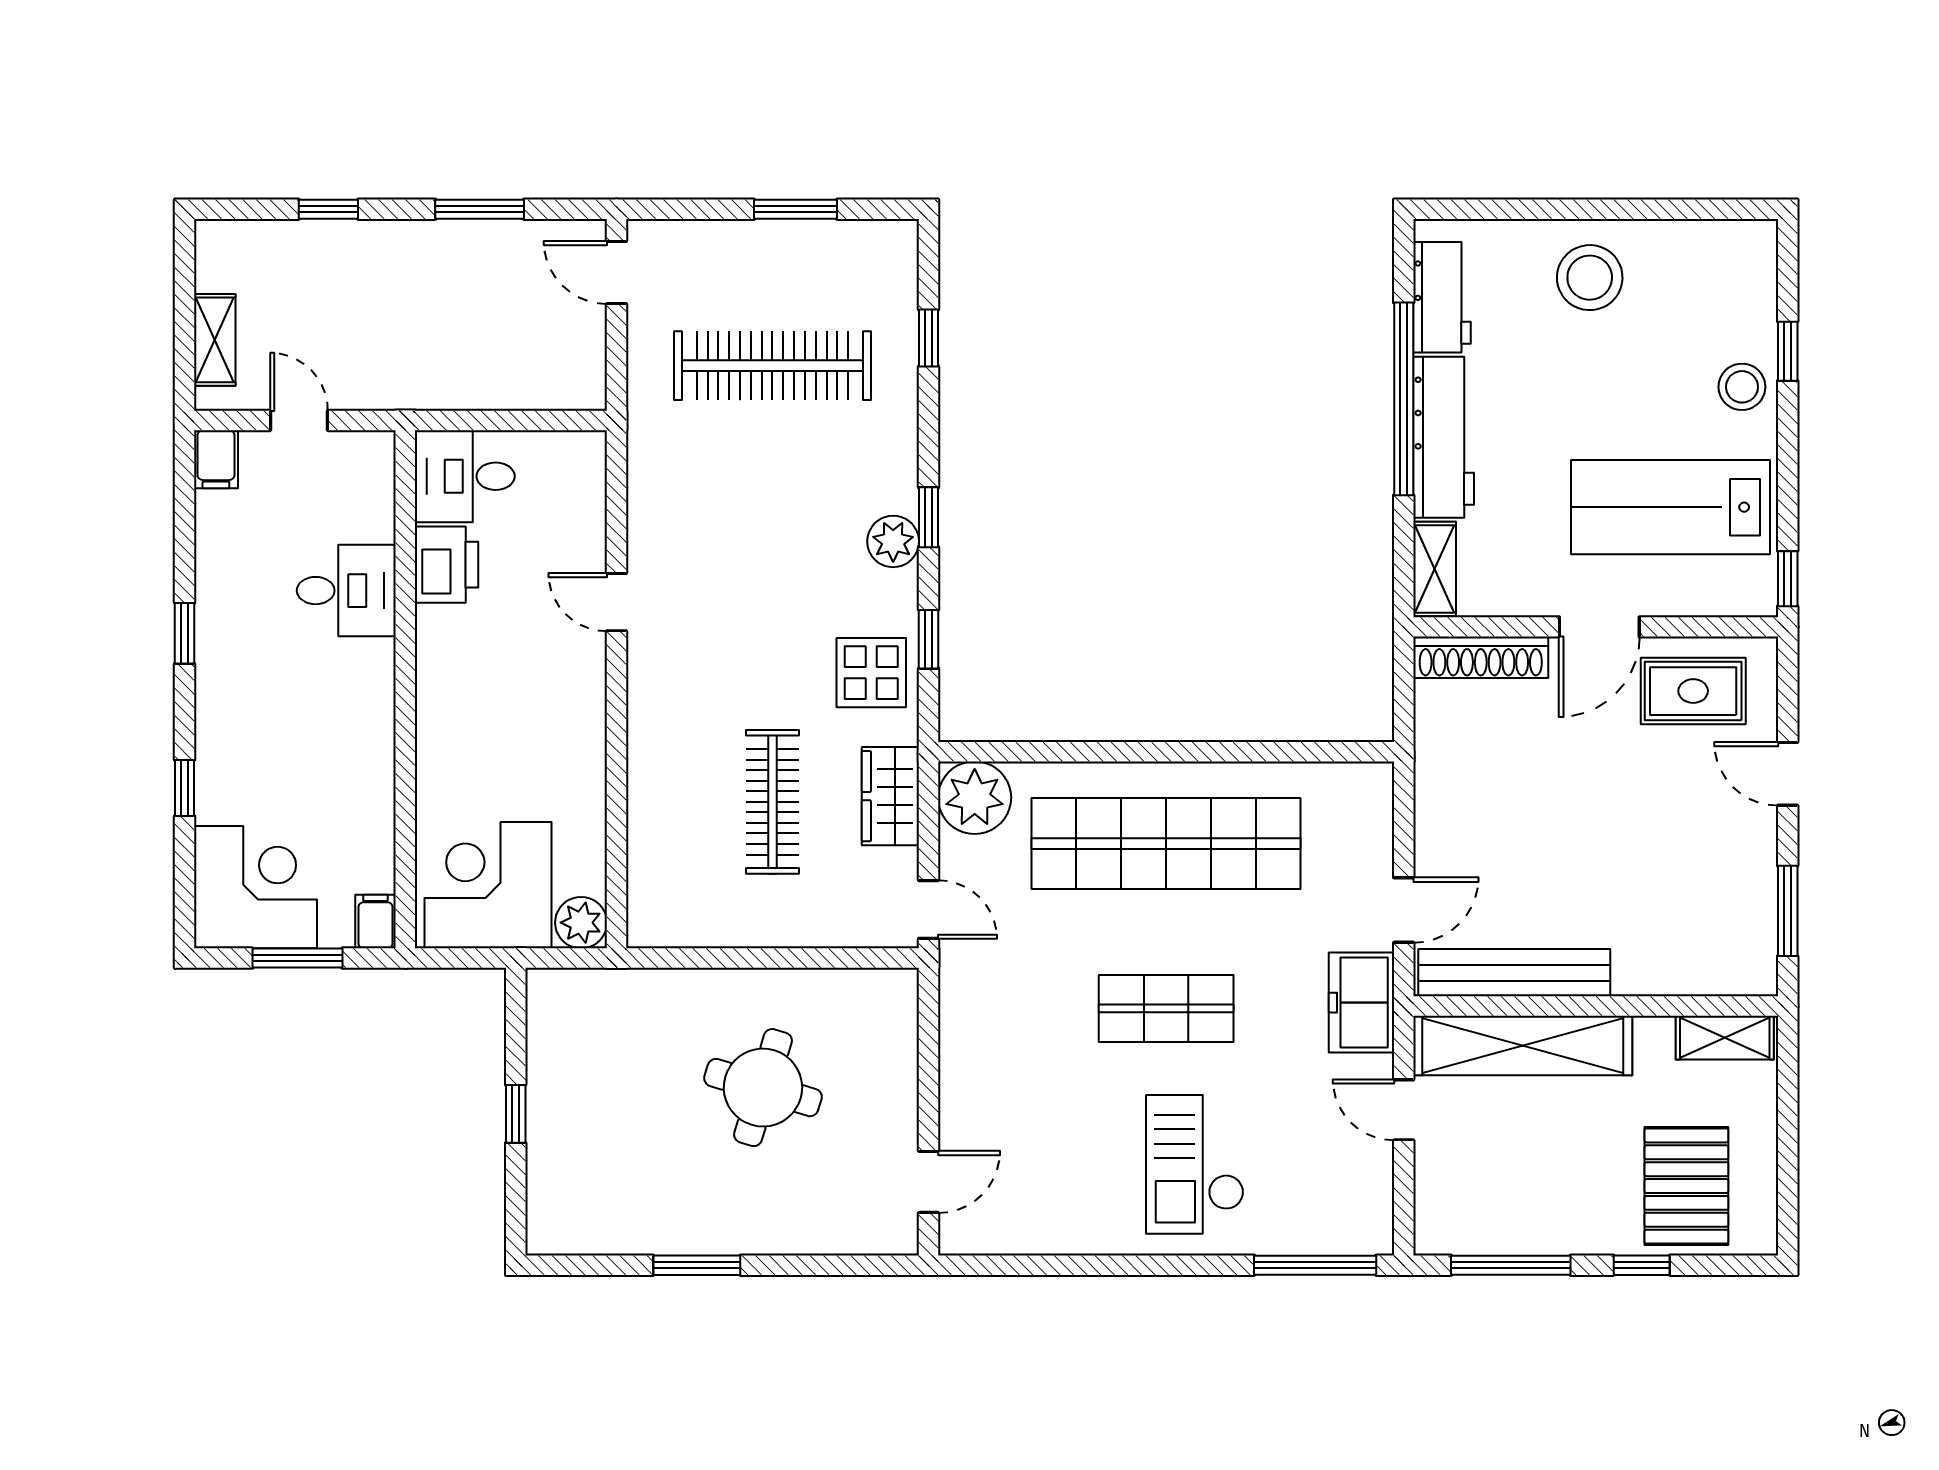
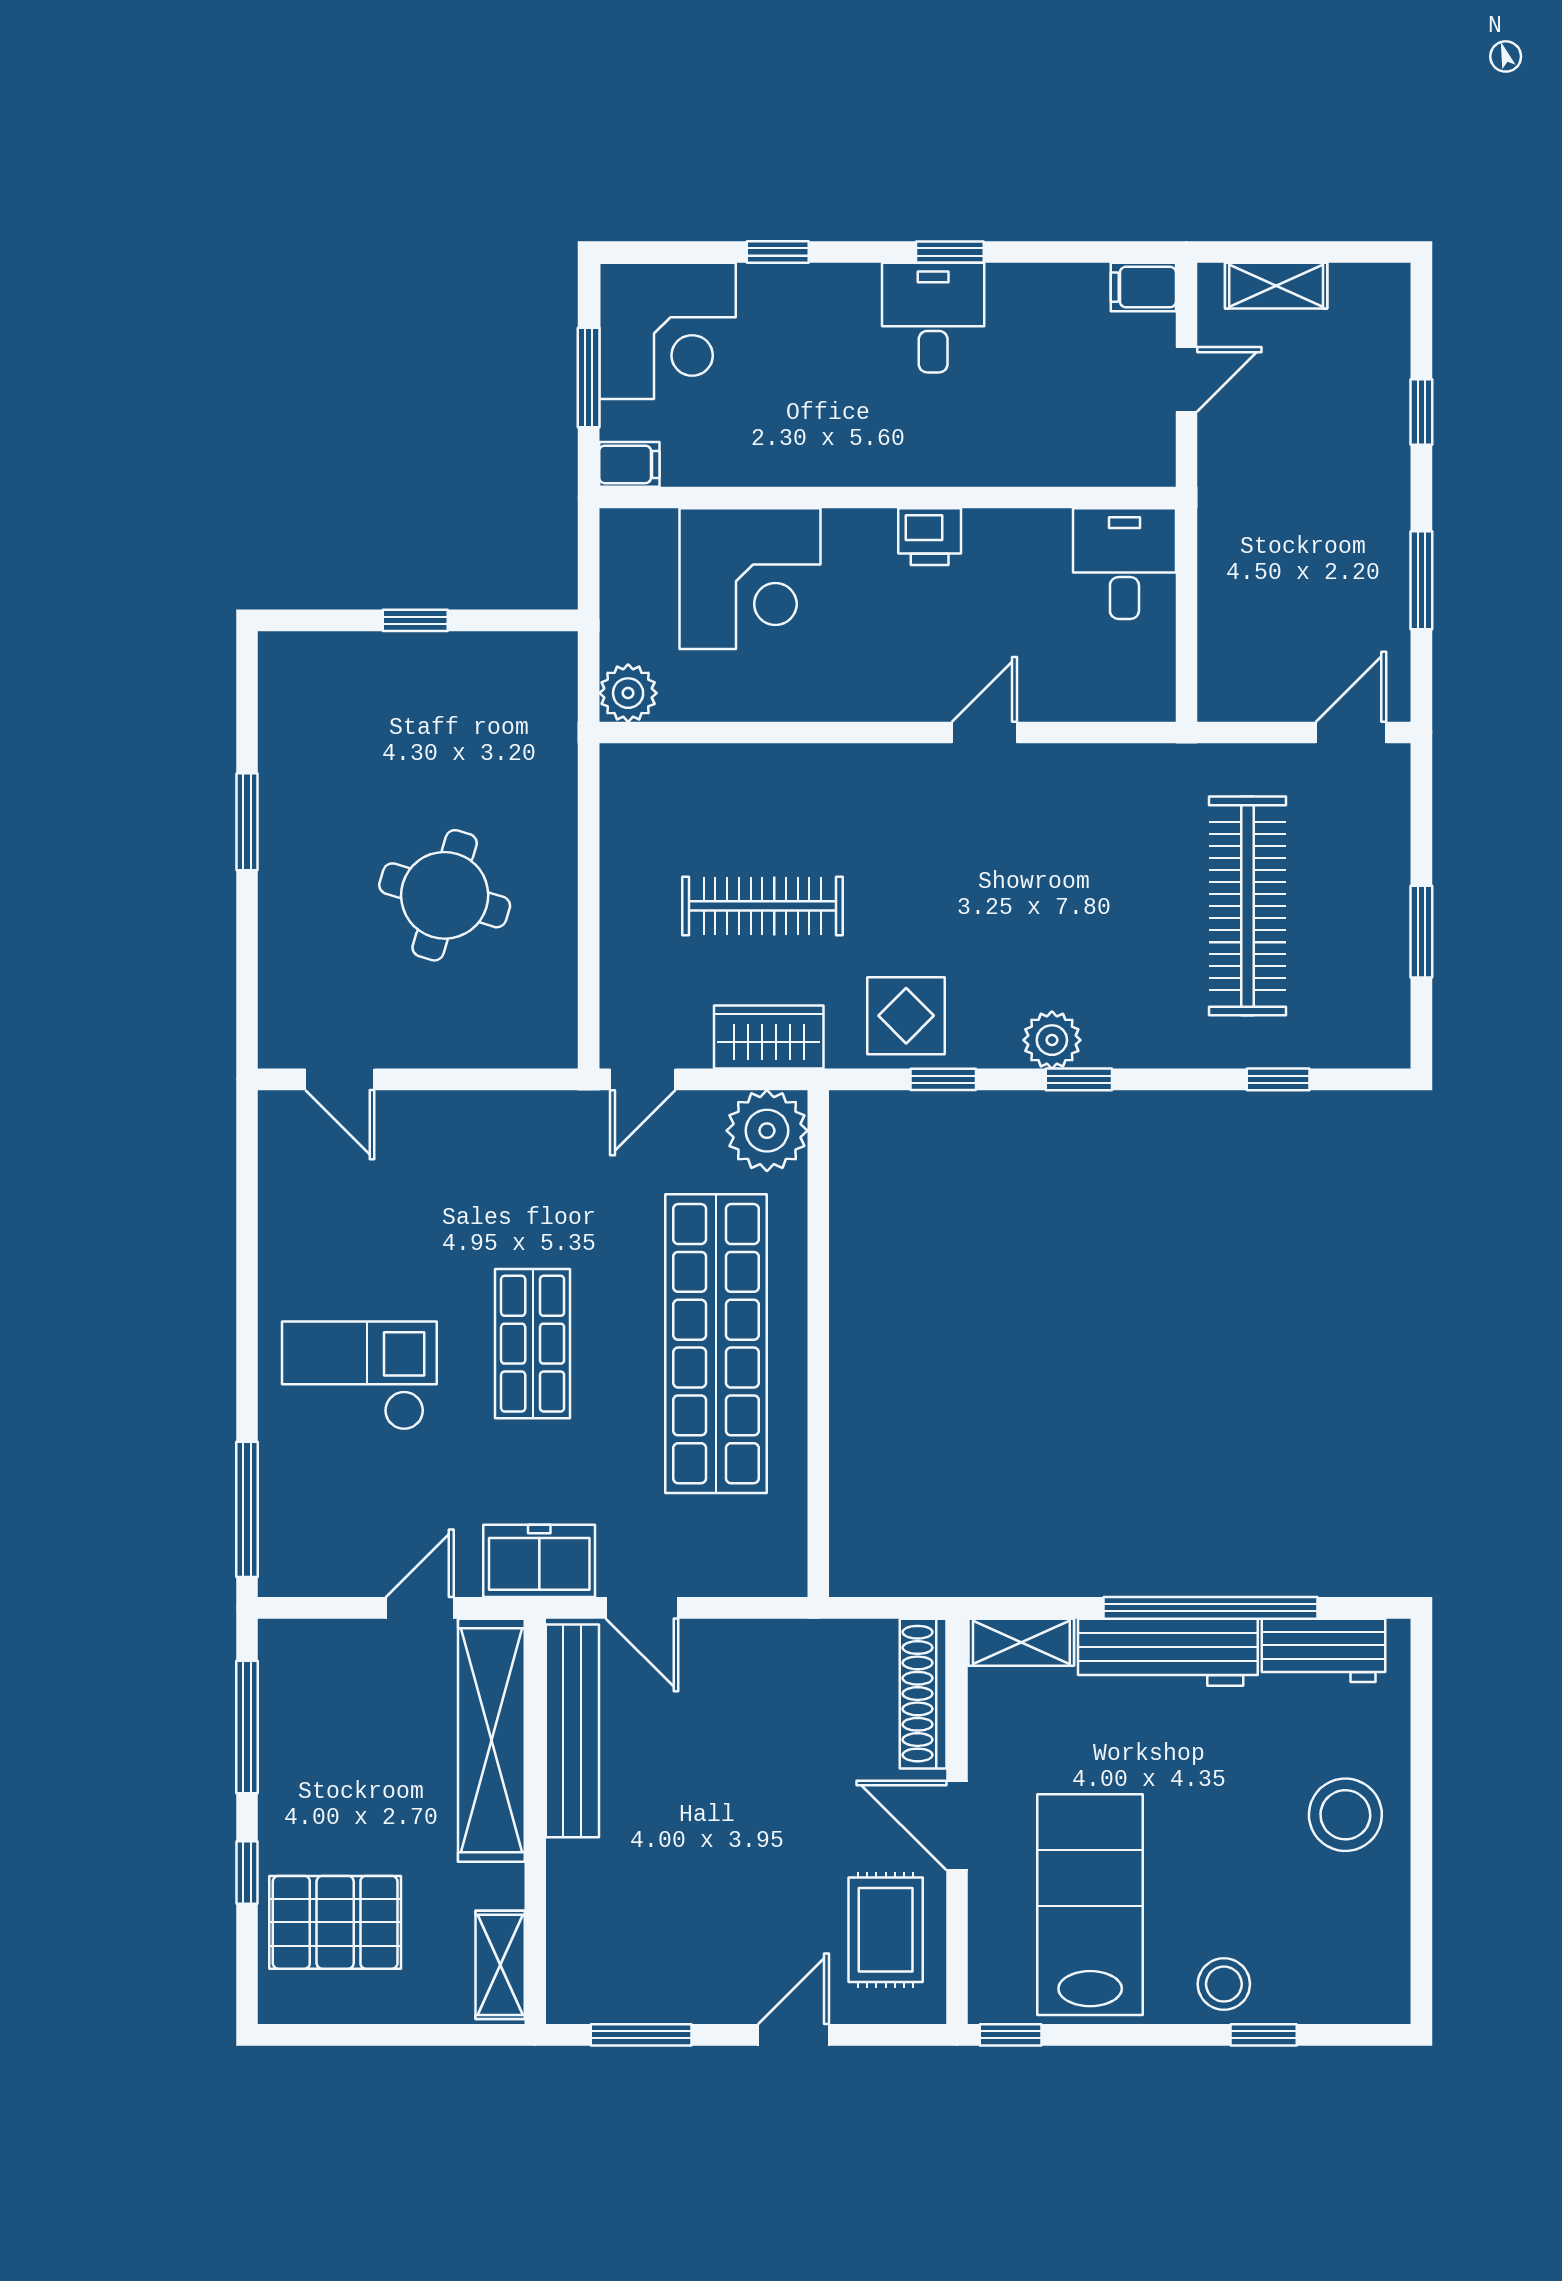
printer: (447, 565) -> (930, 537), moved, width x0.73, depth x0.81
desk: (346, 591) -> (933, 318), moved, turned 180
corner desk: (488, 885) -> (750, 579), moved, turned 90

